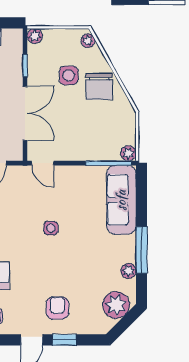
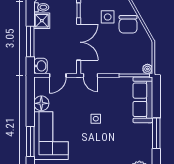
plant: (128, 271) -> (148, 147), removed

